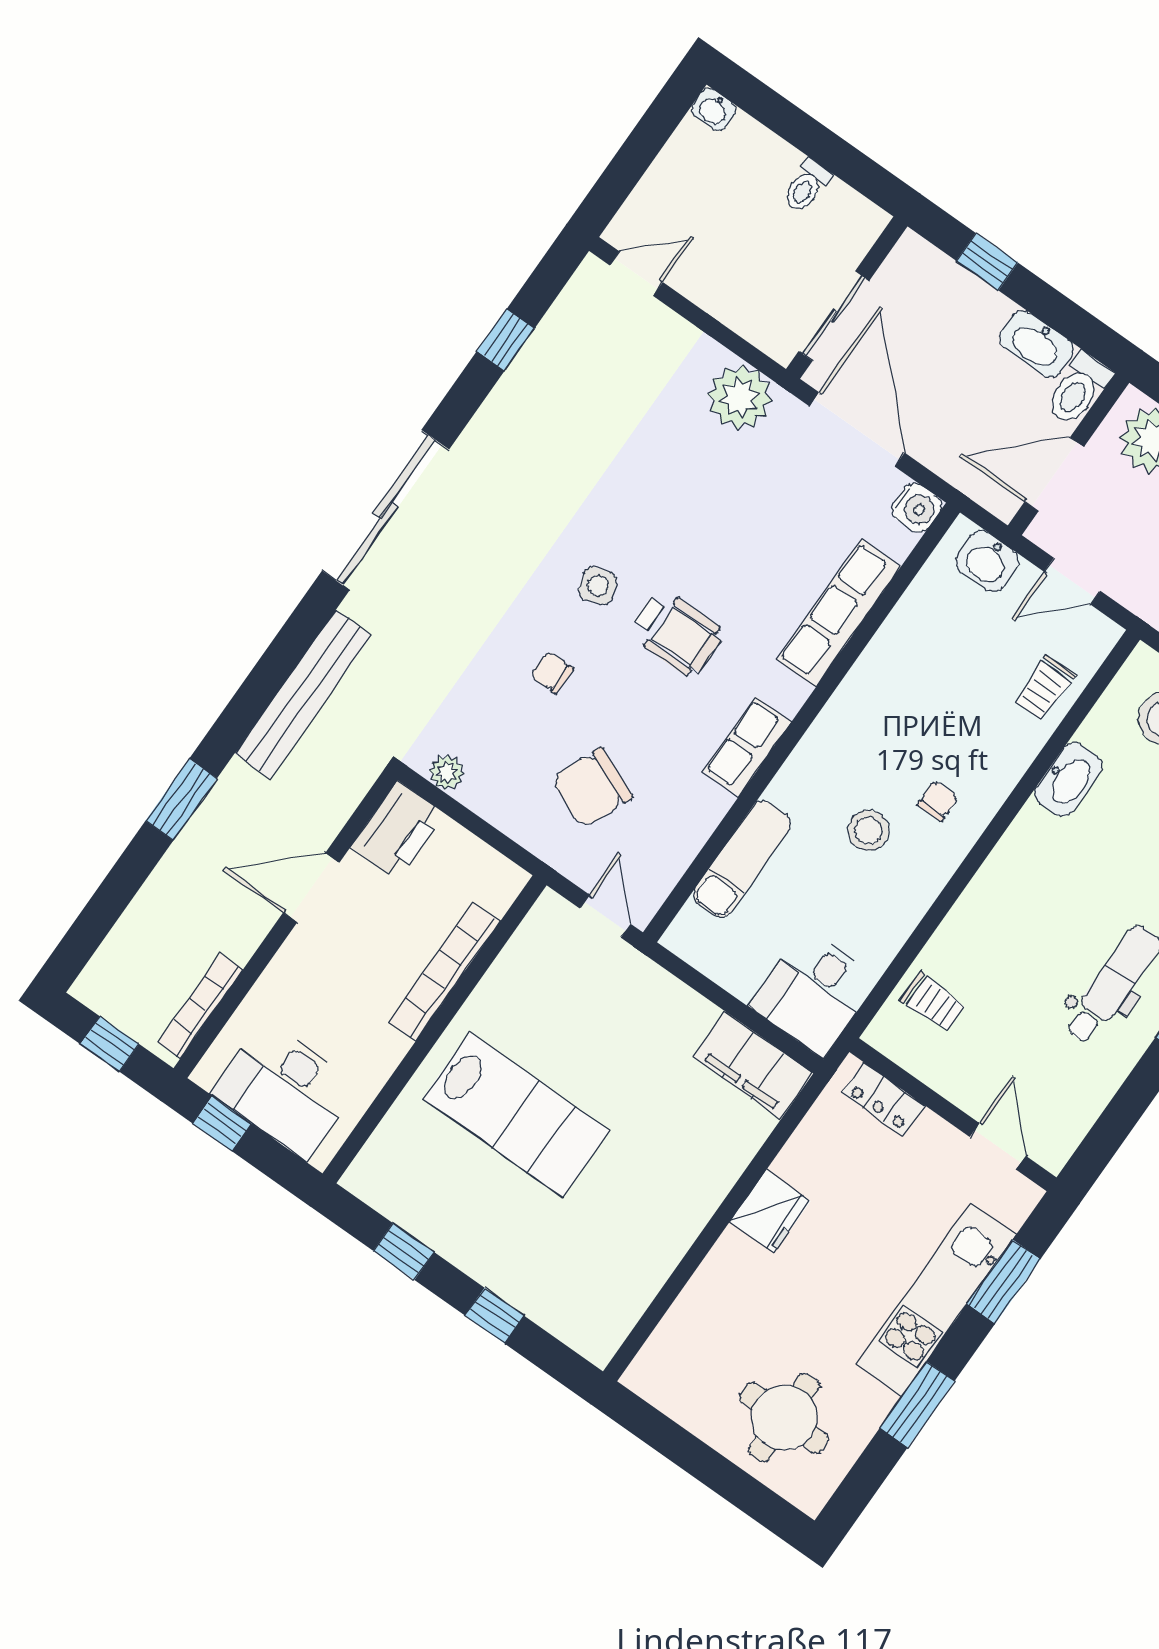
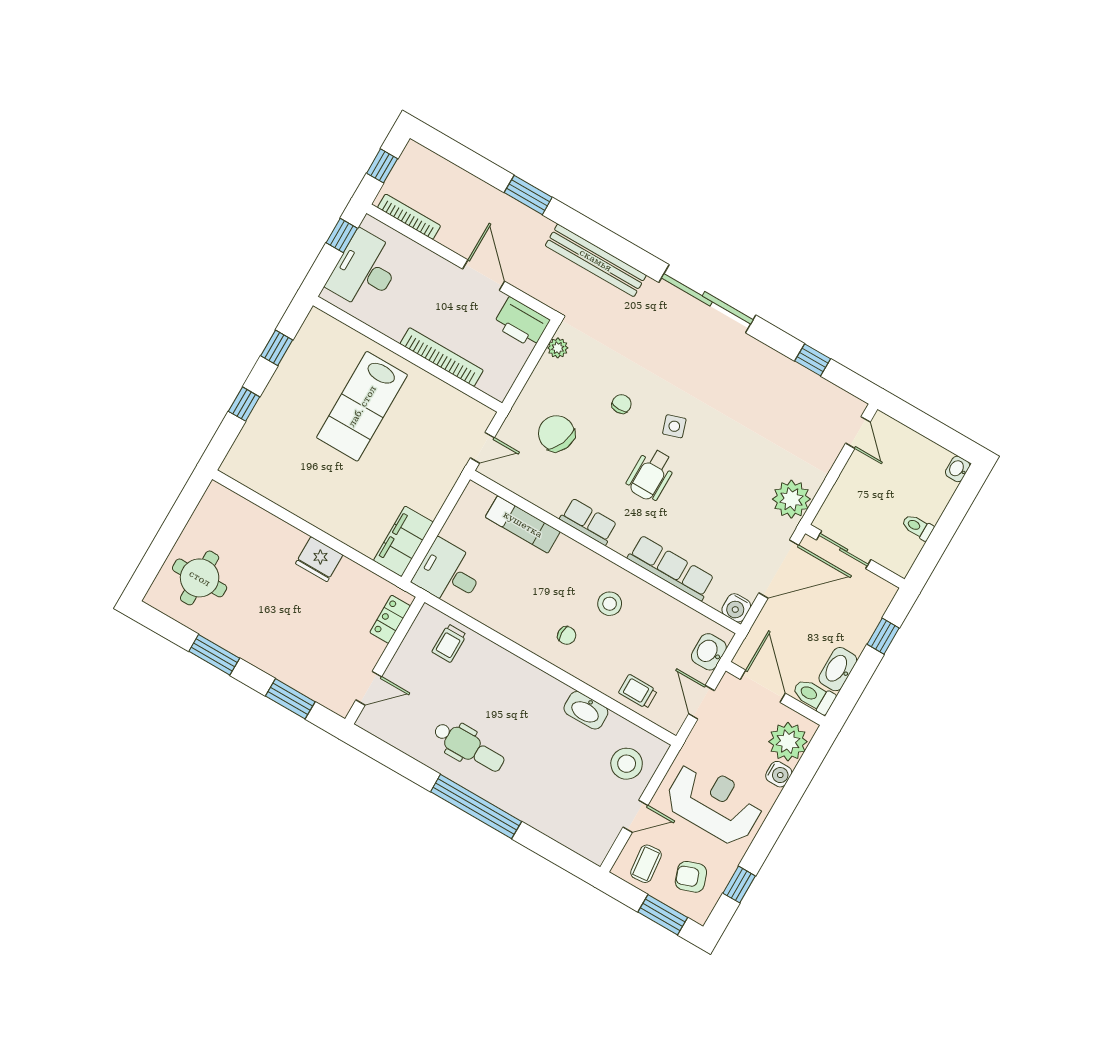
stool: (869, 830) -> (610, 604), moved
kitchen unit: (937, 1299) -> (276, 661), removed

